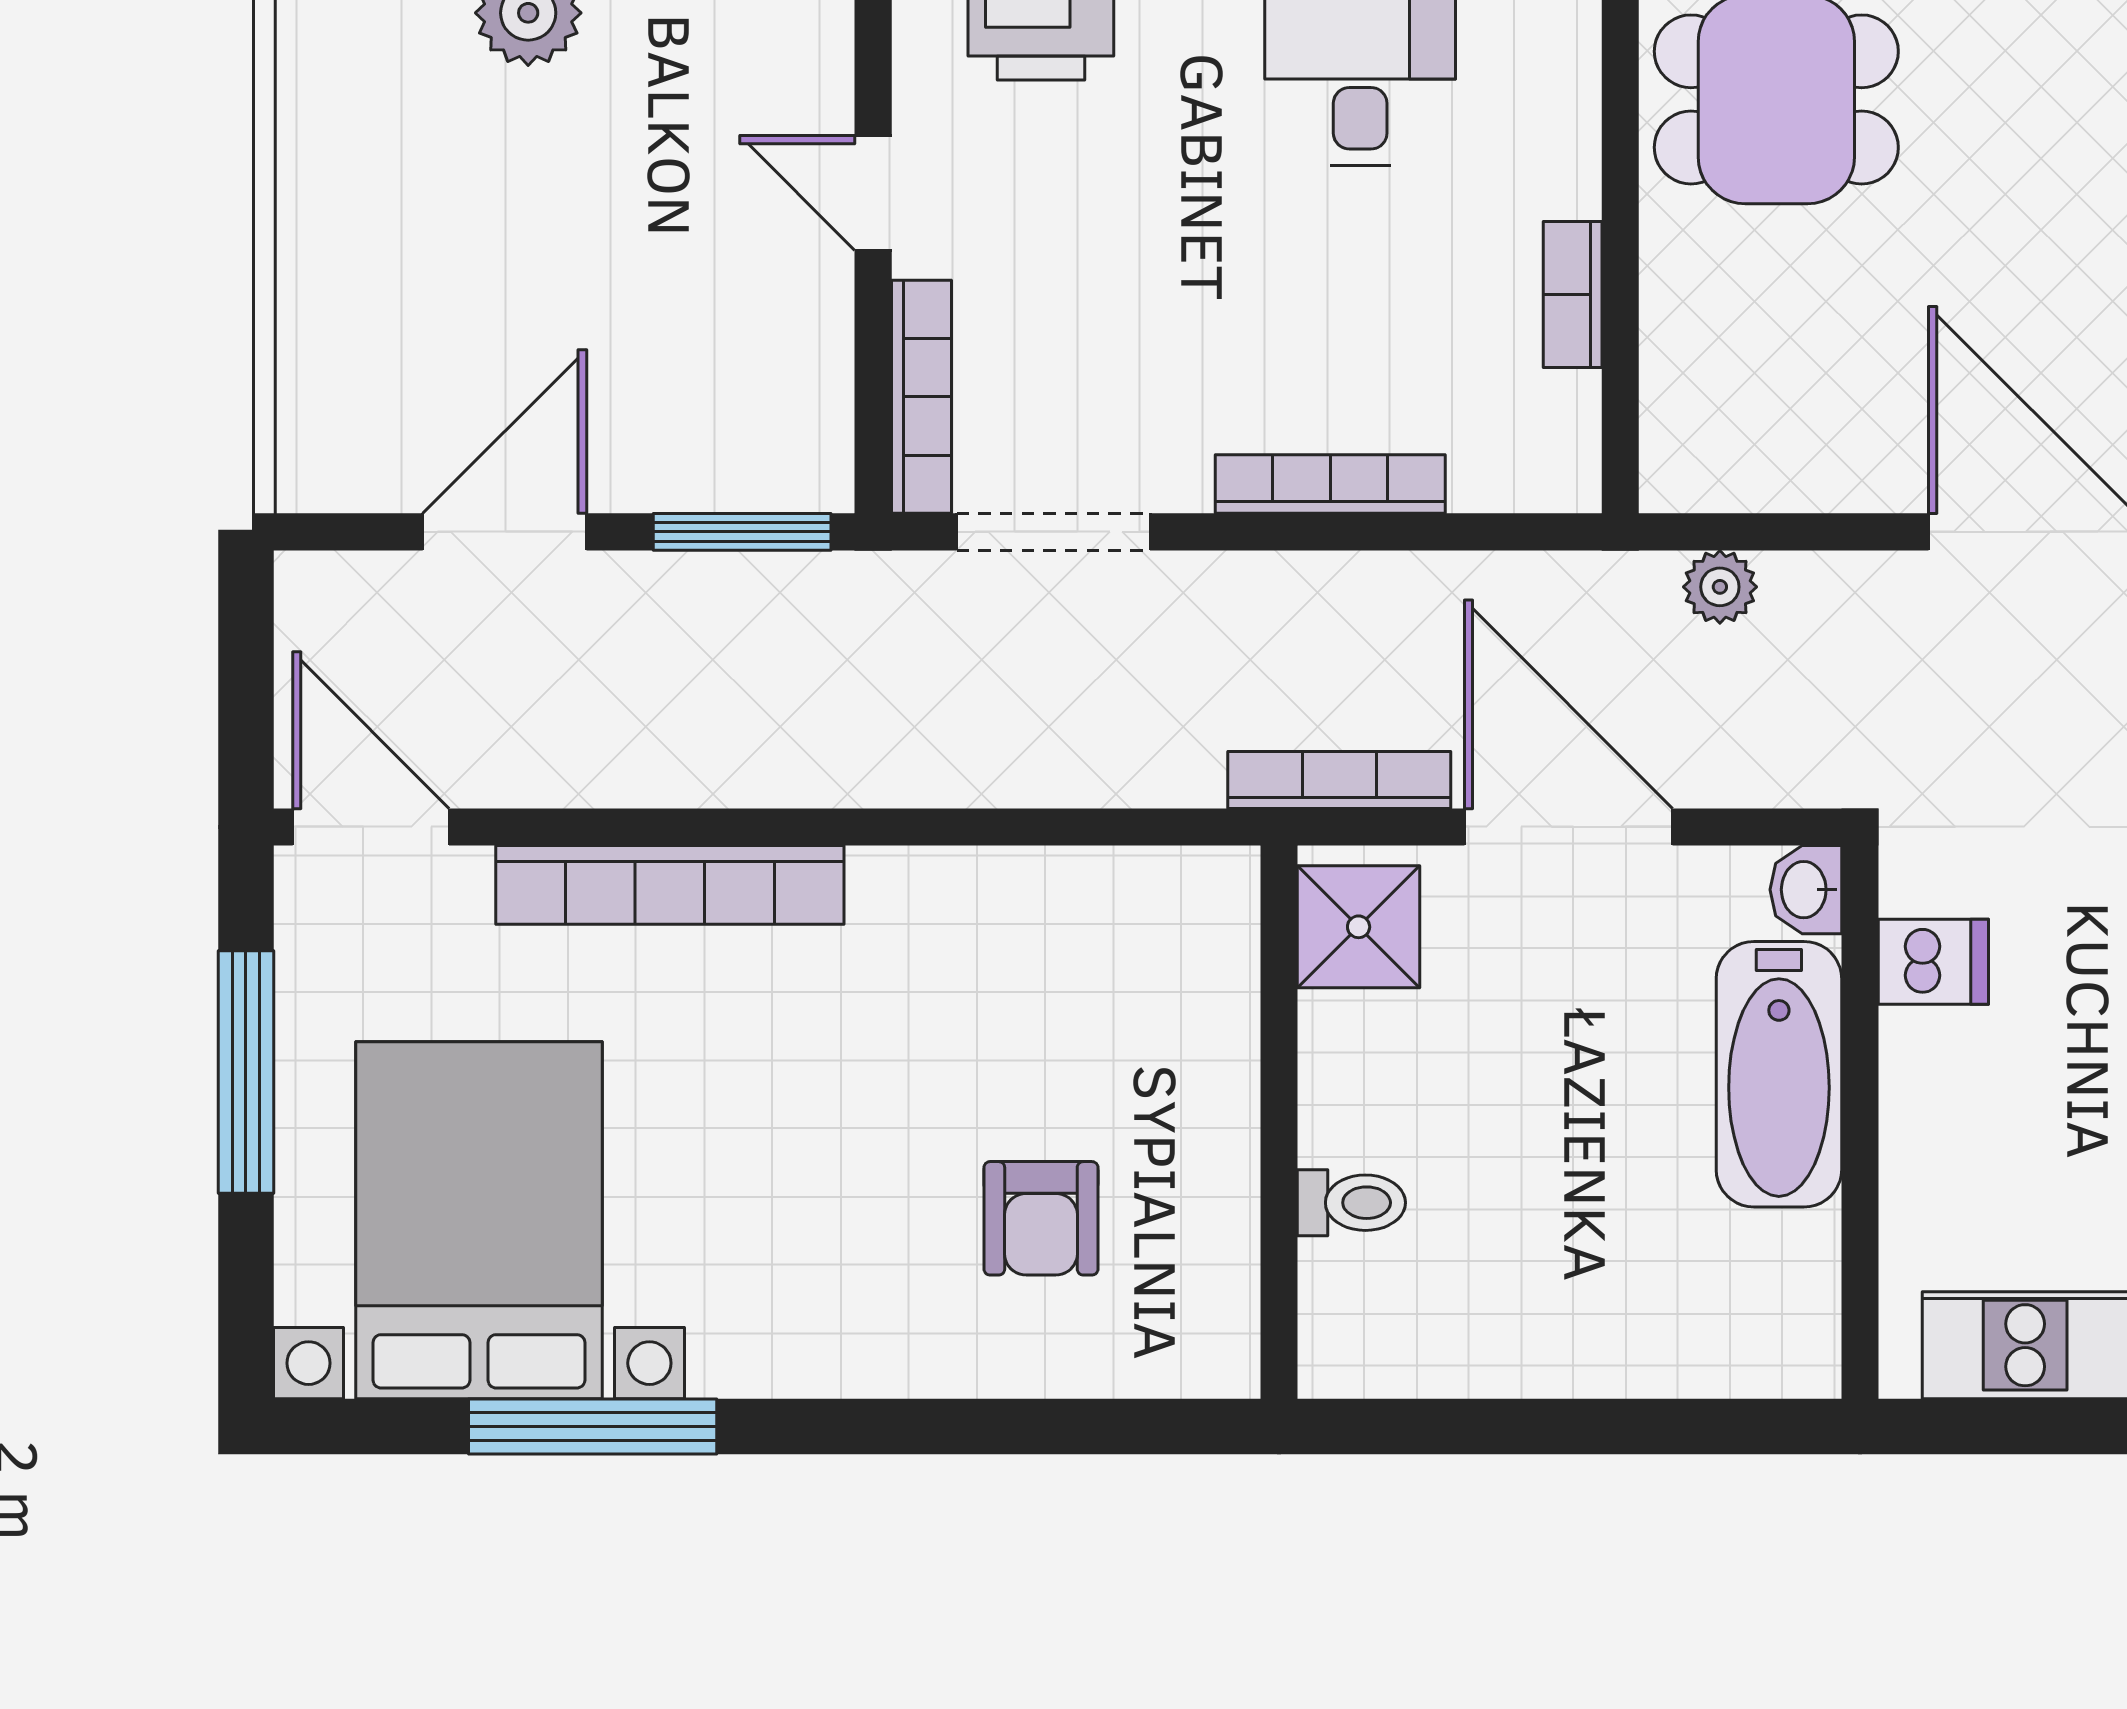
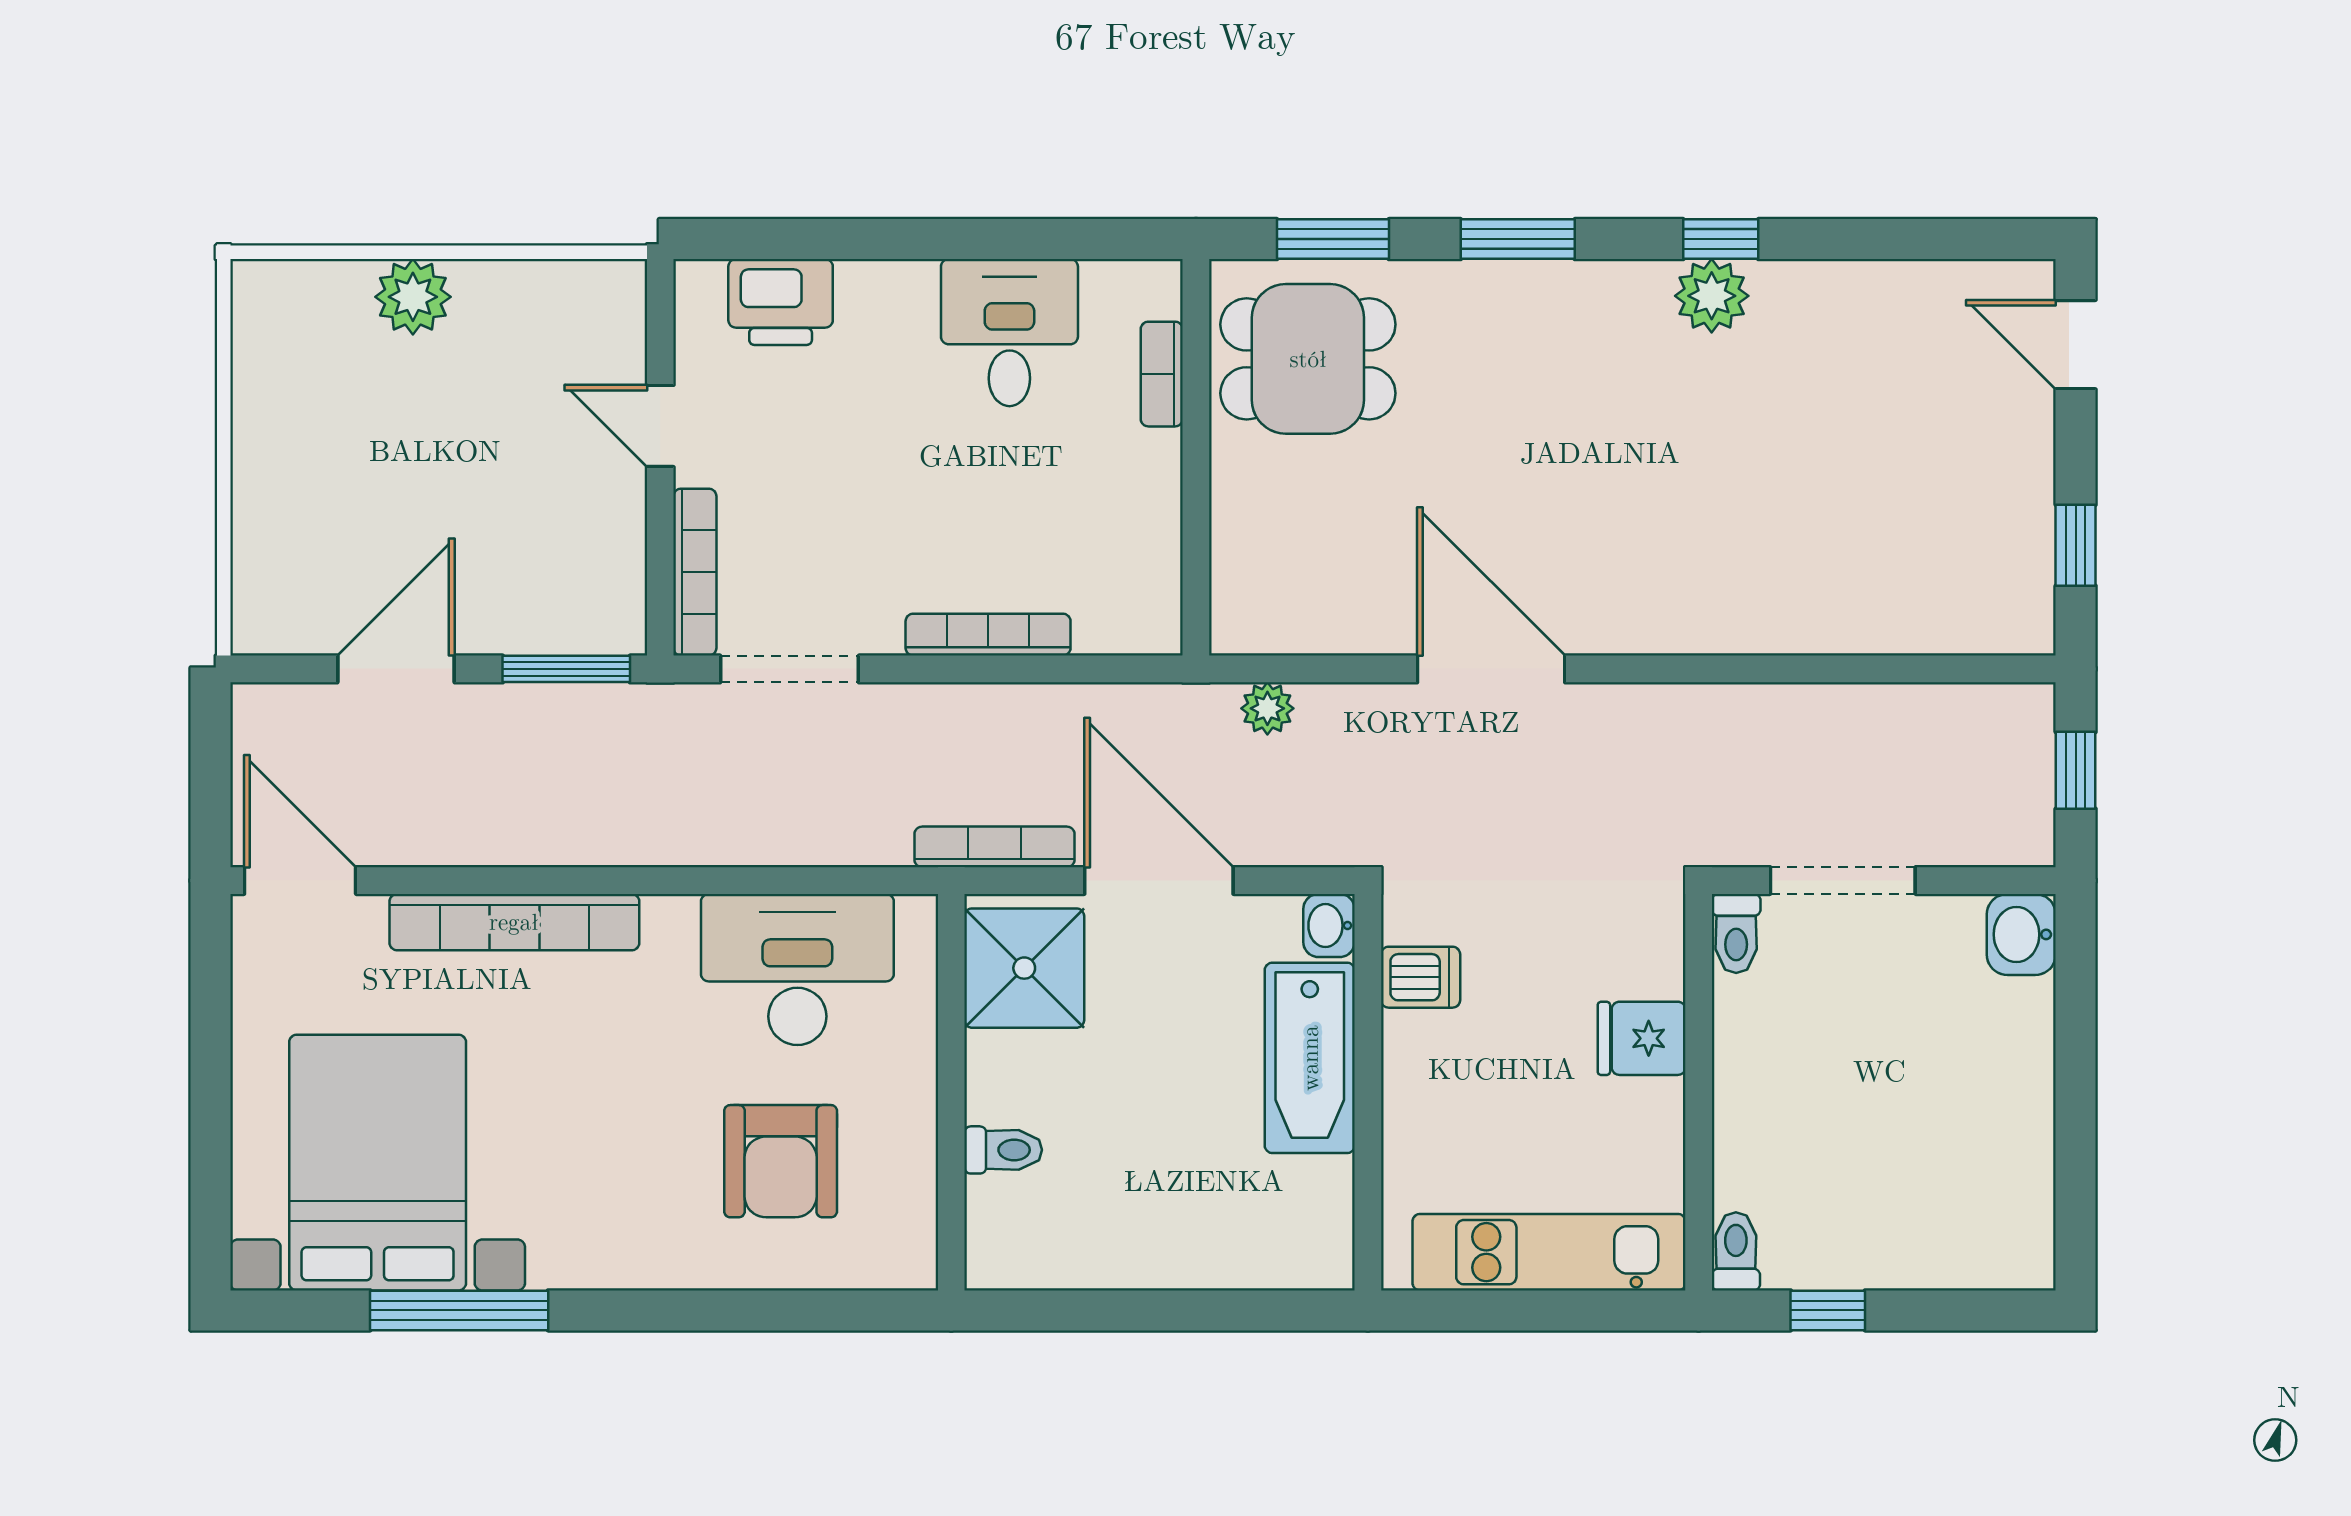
bookcase: (1573, 294) -> (1162, 374), moved
shower: (1359, 927) -> (1024, 968), width x1.36, depth x1.36
desk: (1064, 951) -> (797, 969), added
window: (246, 1072) -> (211, 1056), removed
armchair: (1041, 1218) -> (781, 1161), width x1.38, depth x1.38

